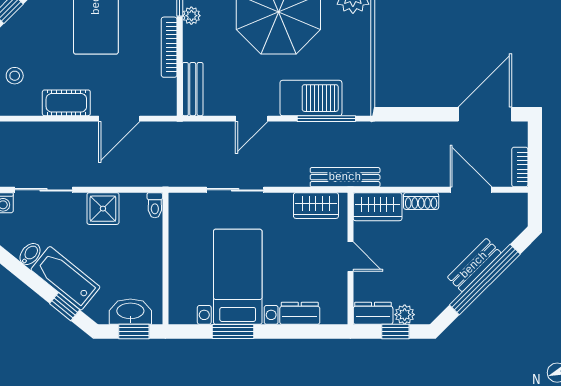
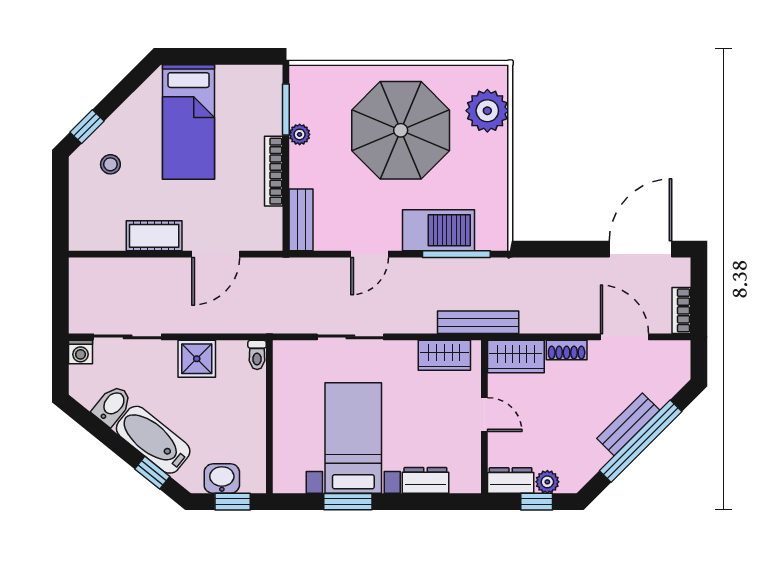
stool: (15, 76) -> (110, 164), moved
bidet: (30, 254) -> (112, 405), width x1.38, depth x1.36
washbasin: (130, 312) -> (222, 479), width x0.72

